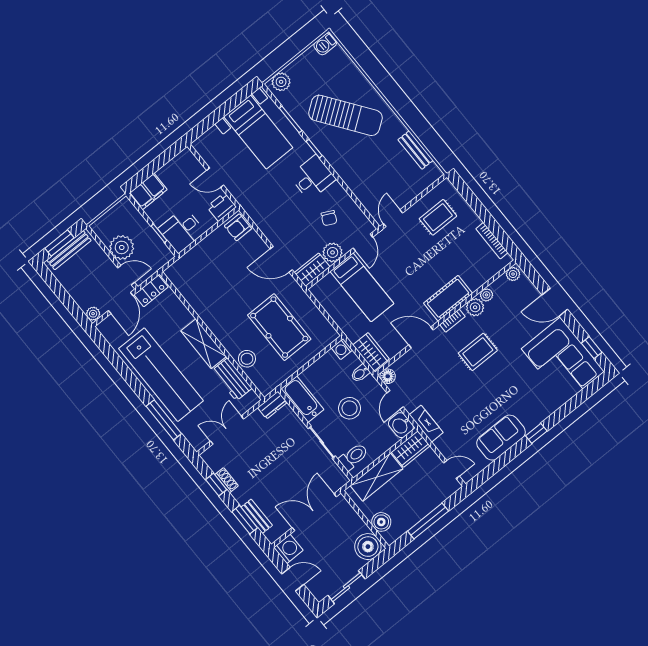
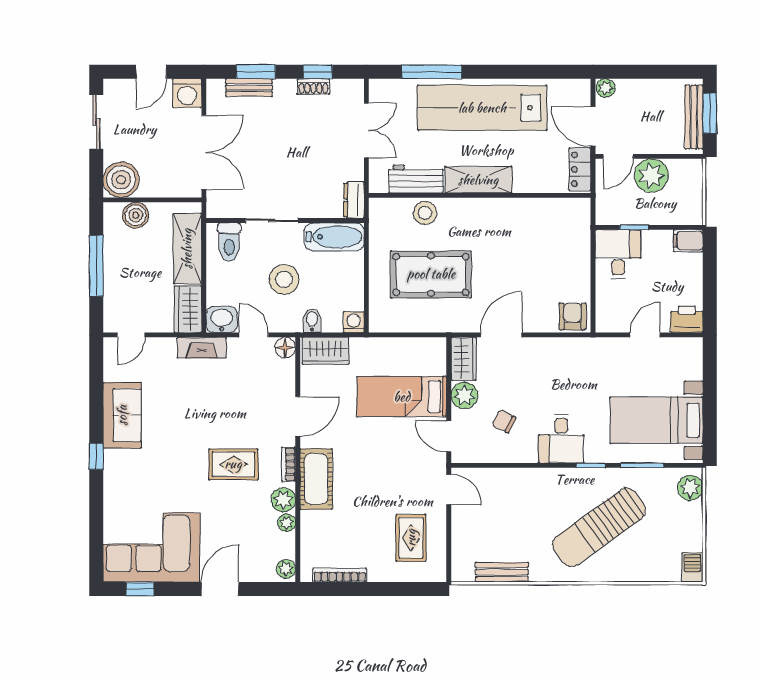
filing cabinet: (148, 192) -> (688, 241), width x0.50
printer: (222, 207) -> (687, 319), moved, turned -90
rug: (478, 352) -> (233, 464), turned 90

